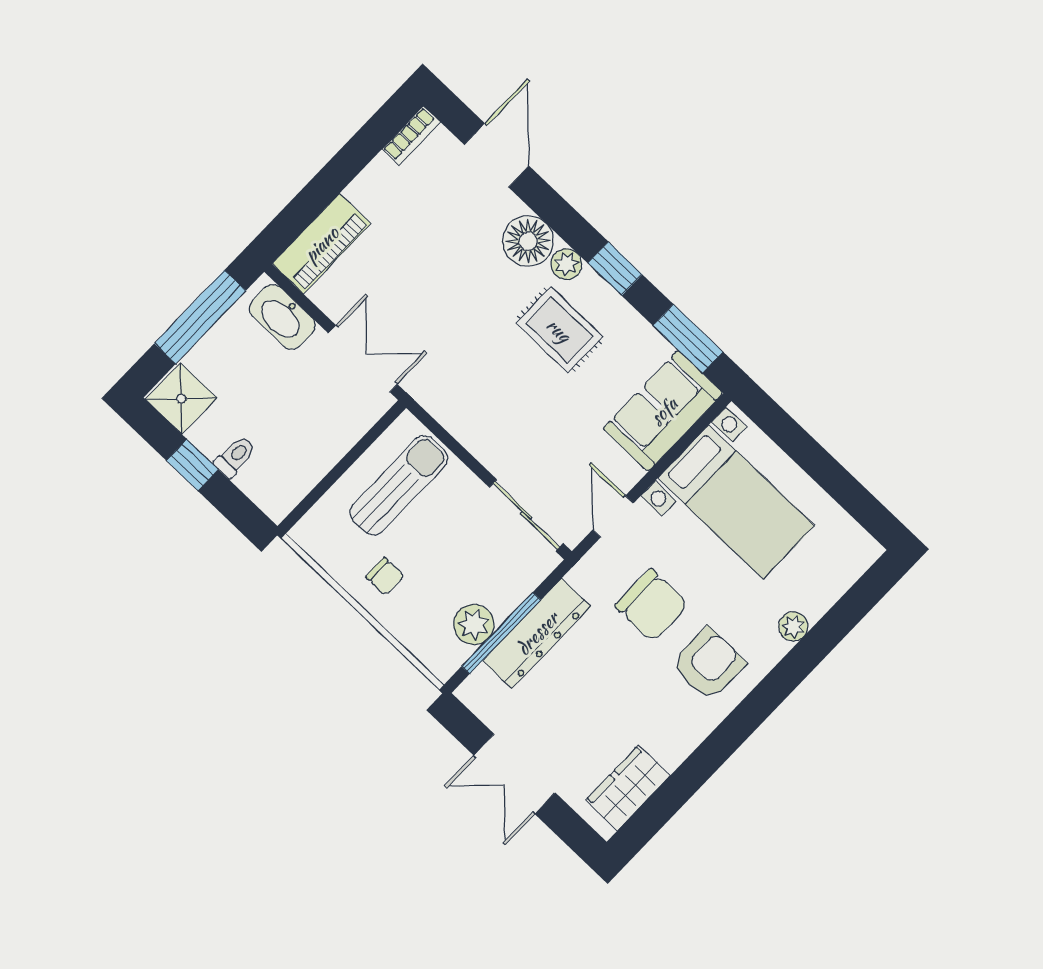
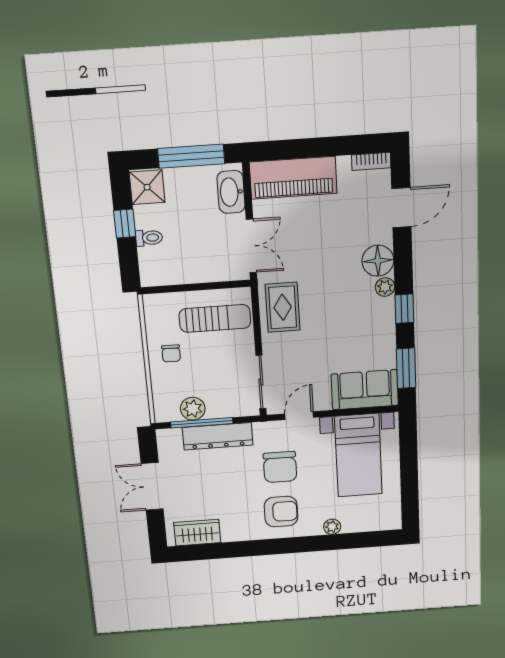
piano: (321, 244) -> (293, 178), width x1.37, depth x1.33
rug: (559, 330) -> (283, 307), moved

